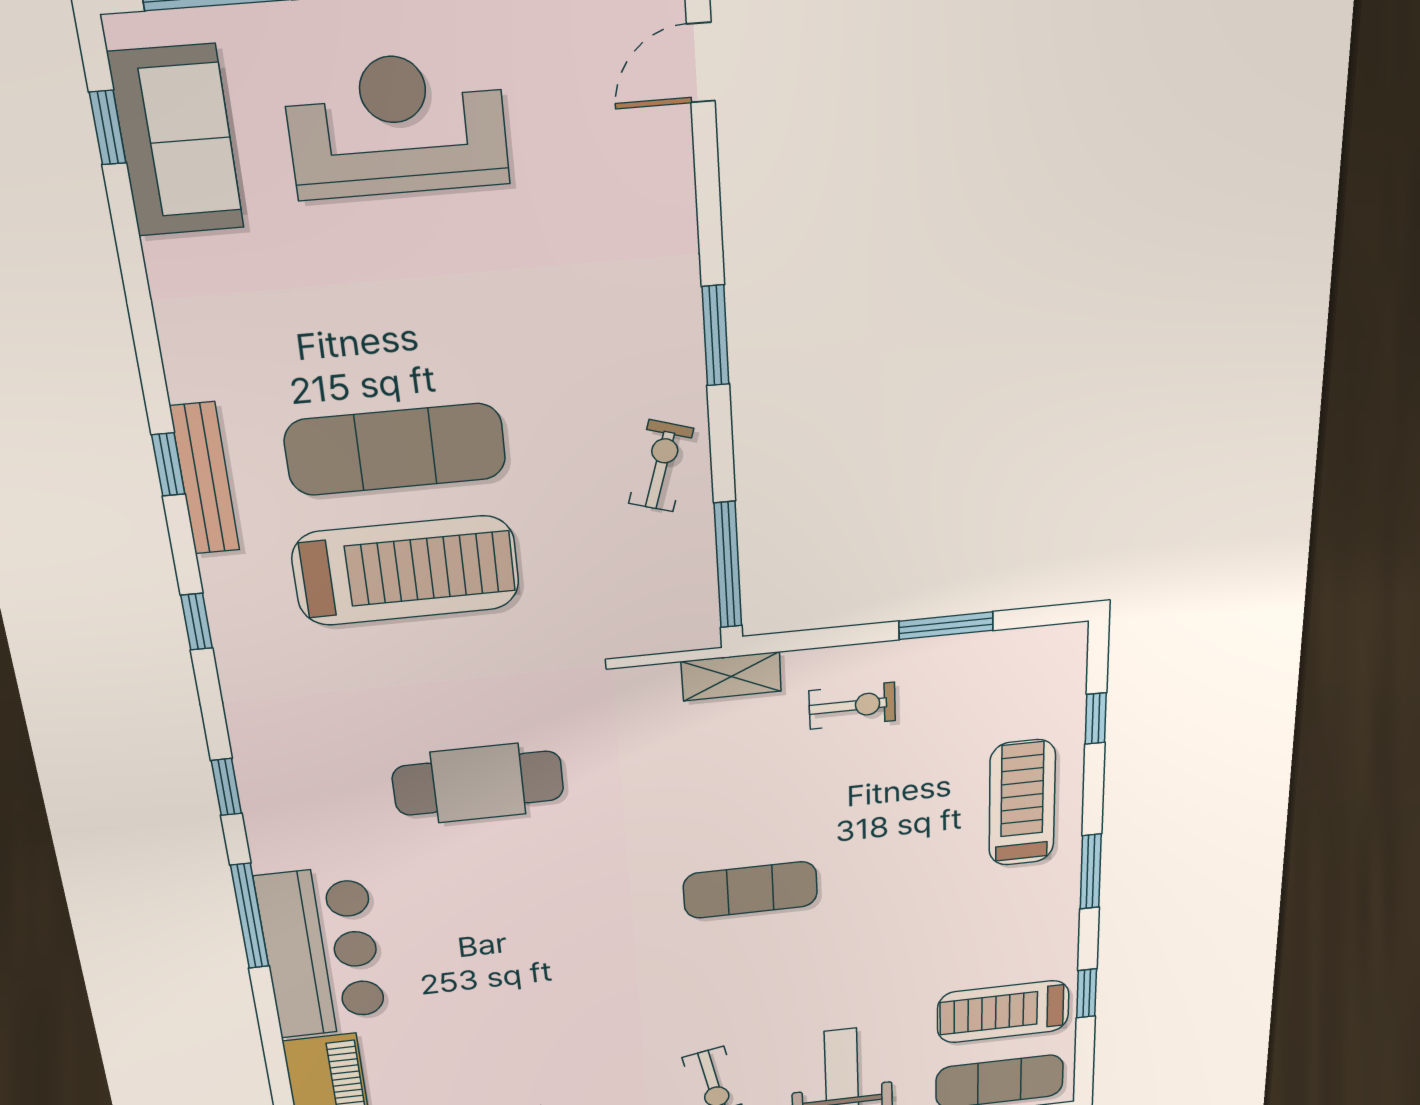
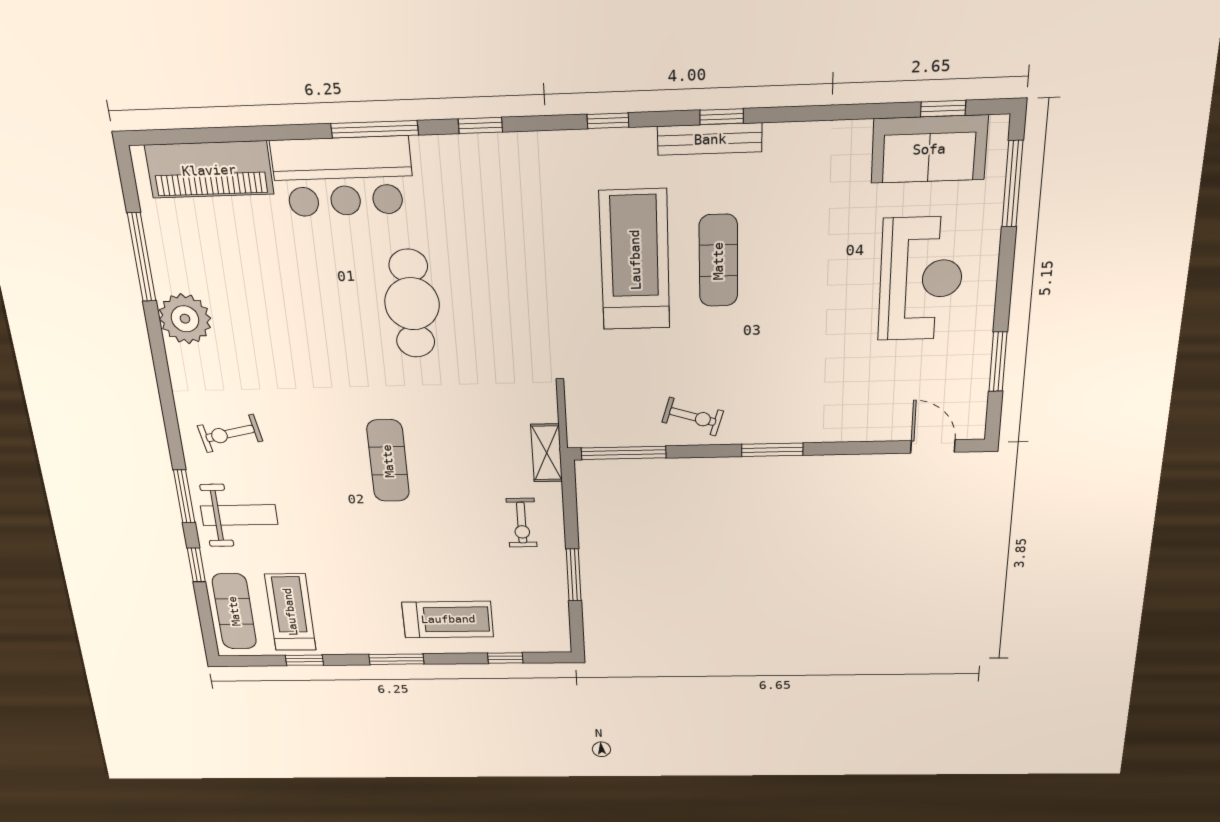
exercise mat: (395, 449) -> (718, 261), width x0.73, depth x0.69
treadmill: (406, 571) -> (635, 260), turned 180
cafe table: (478, 783) -> (412, 304), moved

